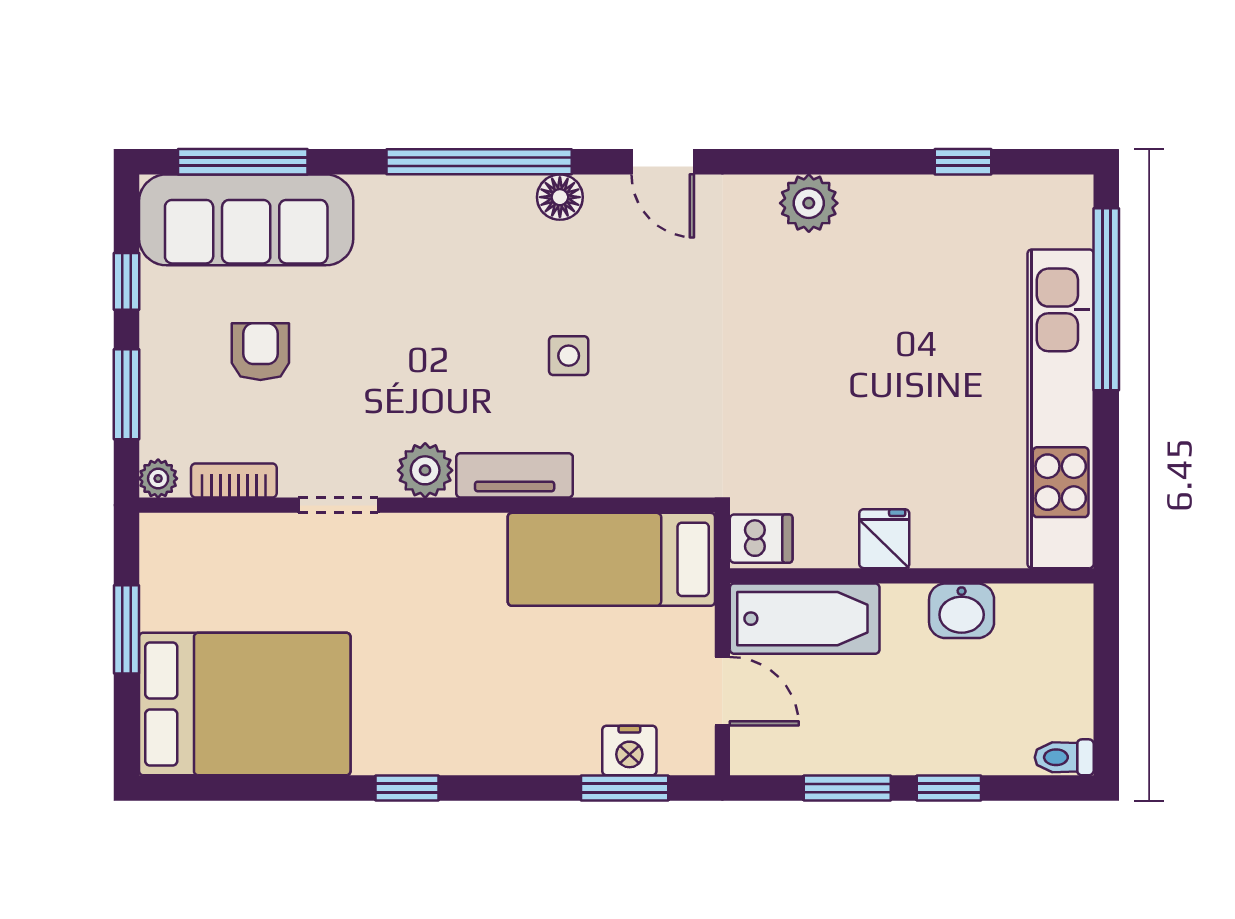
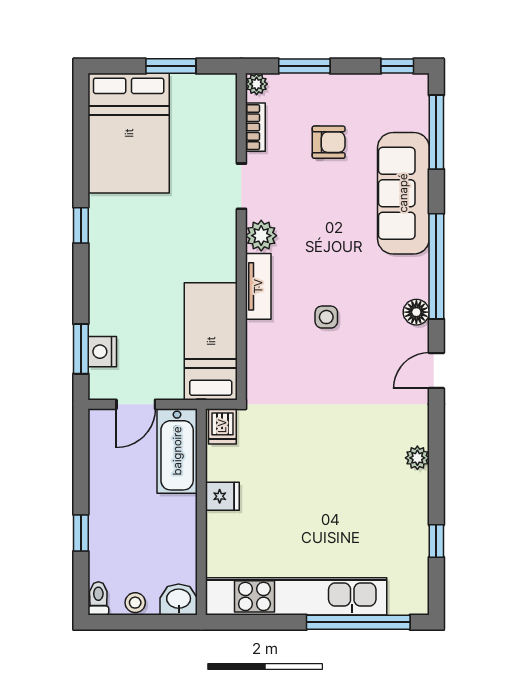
plant: (809, 203) -> (417, 458), width x0.73, depth x0.73
sofa: (246, 220) -> (403, 193), moved
window: (126, 281) -> (397, 66), moved
washbasin: (962, 611) -> (179, 600), moved, turned 90
stool: (1072, 692) -> (135, 603), added
window: (847, 788) -> (81, 475), removed

